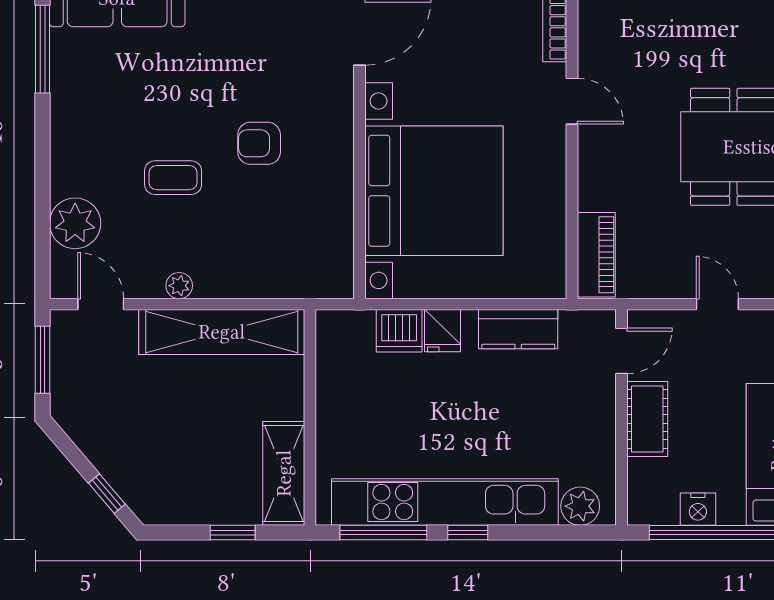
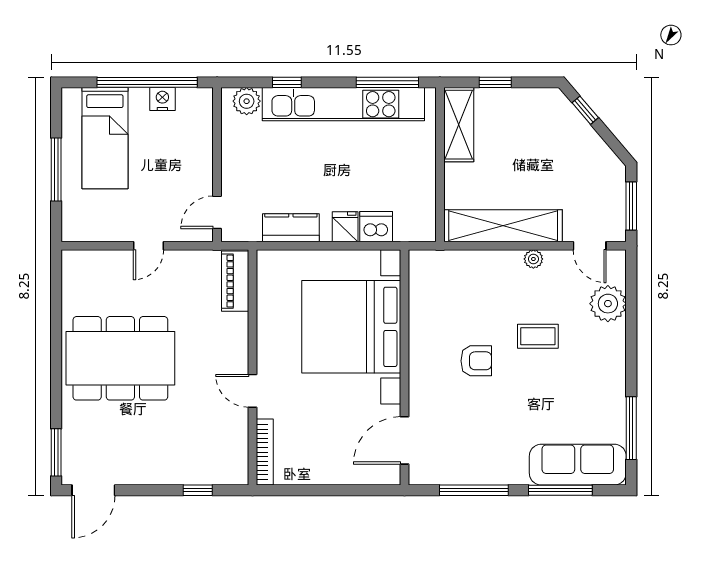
door: (717, 304) -> (148, 246), hinge flipped
cot: (647, 419) -> (199, 164), removed
window: (468, 533) -> (287, 82), moved

